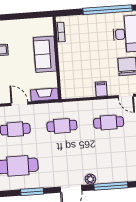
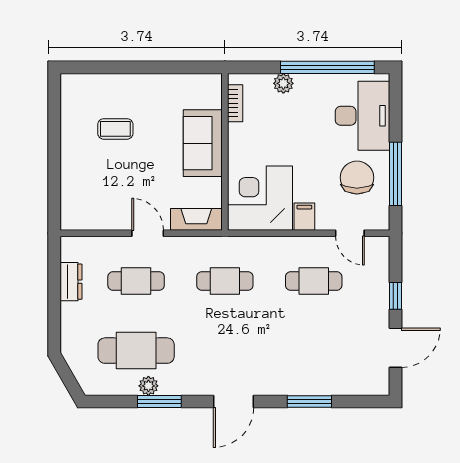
plant: (85, 20) -> (283, 83), added
corner desk: (77, 81) -> (260, 198), added
plant: (90, 179) -> (148, 386), moved
window: (111, 186) -> (309, 401), width x0.69

